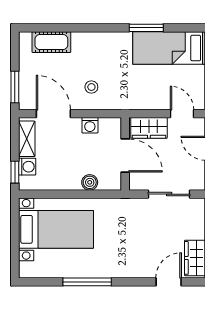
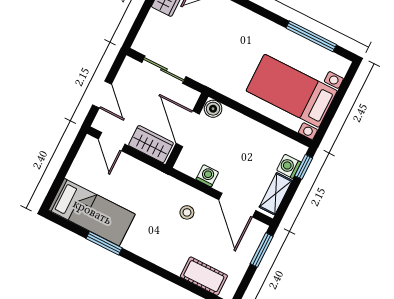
boiler: (90, 182) -> (213, 109), moved
window: (87, 282) -> (311, 36), moved

